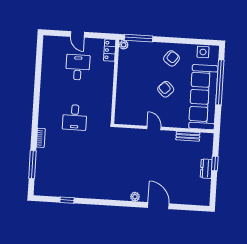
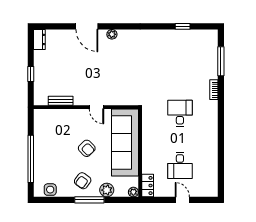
window: (139, 38) -> (89, 200), moved
plant: (149, 48) -> (107, 190), added
sofa: (203, 97) -> (125, 143), moved, turned 180
dresser: (206, 169) -> (39, 39), moved

